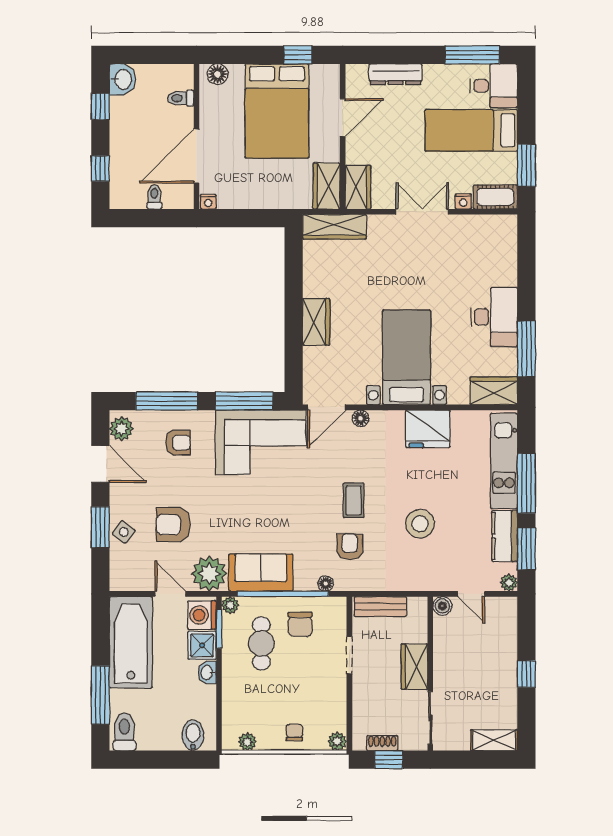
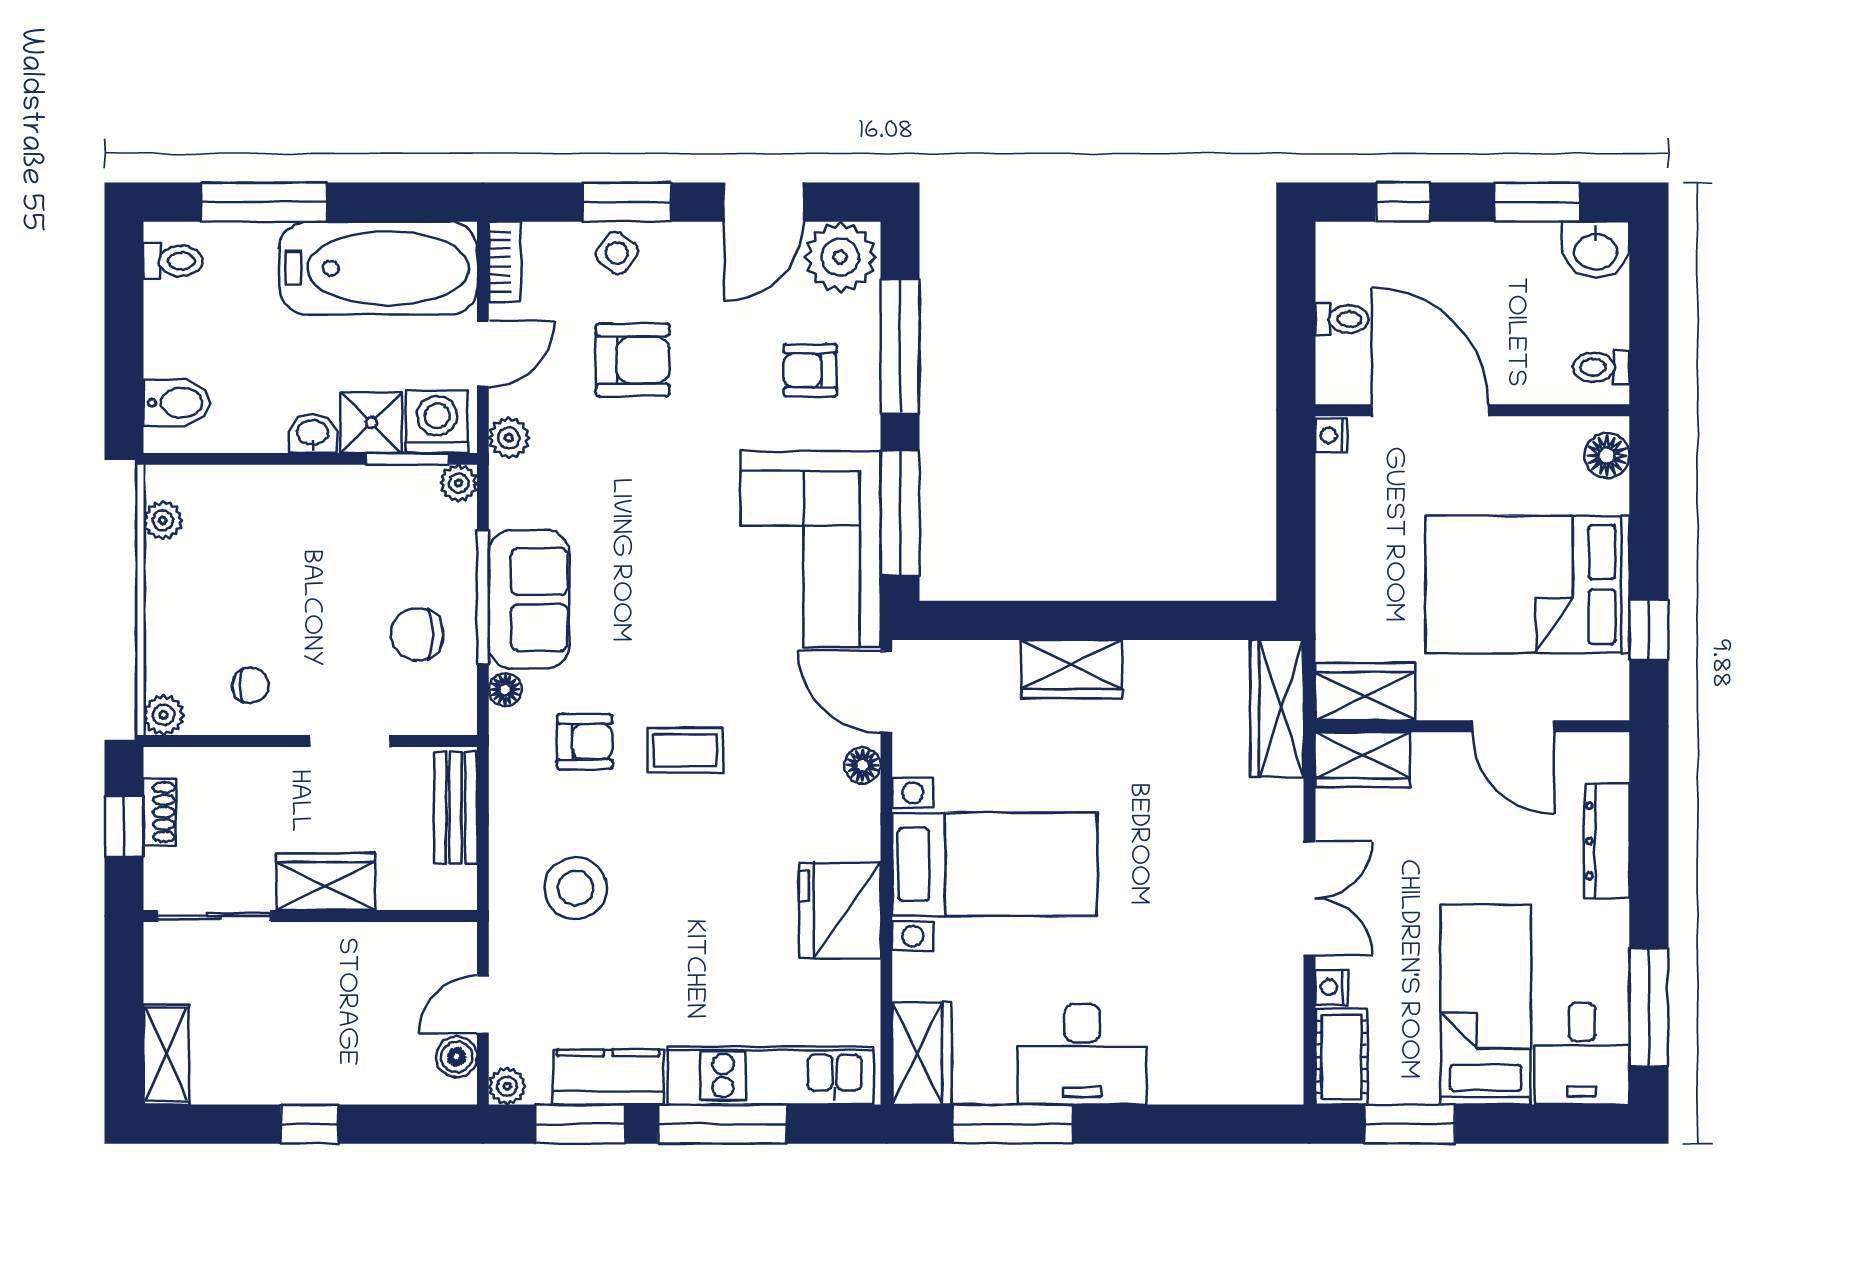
toilet: (181, 98) -> (1601, 367), moved, turned -90
window: (100, 106) -> (1537, 202), width x1.50
plant: (121, 429) -> (840, 257), width x1.36, depth x1.36
armchair: (178, 443) -> (810, 370), turned 90
stool: (420, 524) -> (576, 888), moved
armchair: (173, 525) -> (633, 360), turned 90
sofa: (261, 573) -> (529, 600), moved
plant: (209, 574) -> (509, 438), width x0.53, depth x0.53
bookcase: (128, 584) -> (505, 262), added
window: (283, 594) -> (483, 597), width x0.68
boiler: (442, 606) -> (457, 1057), moved
cafe table: (261, 643) -> (376, 550), removed
toilet: (124, 732) -> (173, 261), width x0.73, depth x0.72
chair: (294, 732) -> (250, 685), moved

